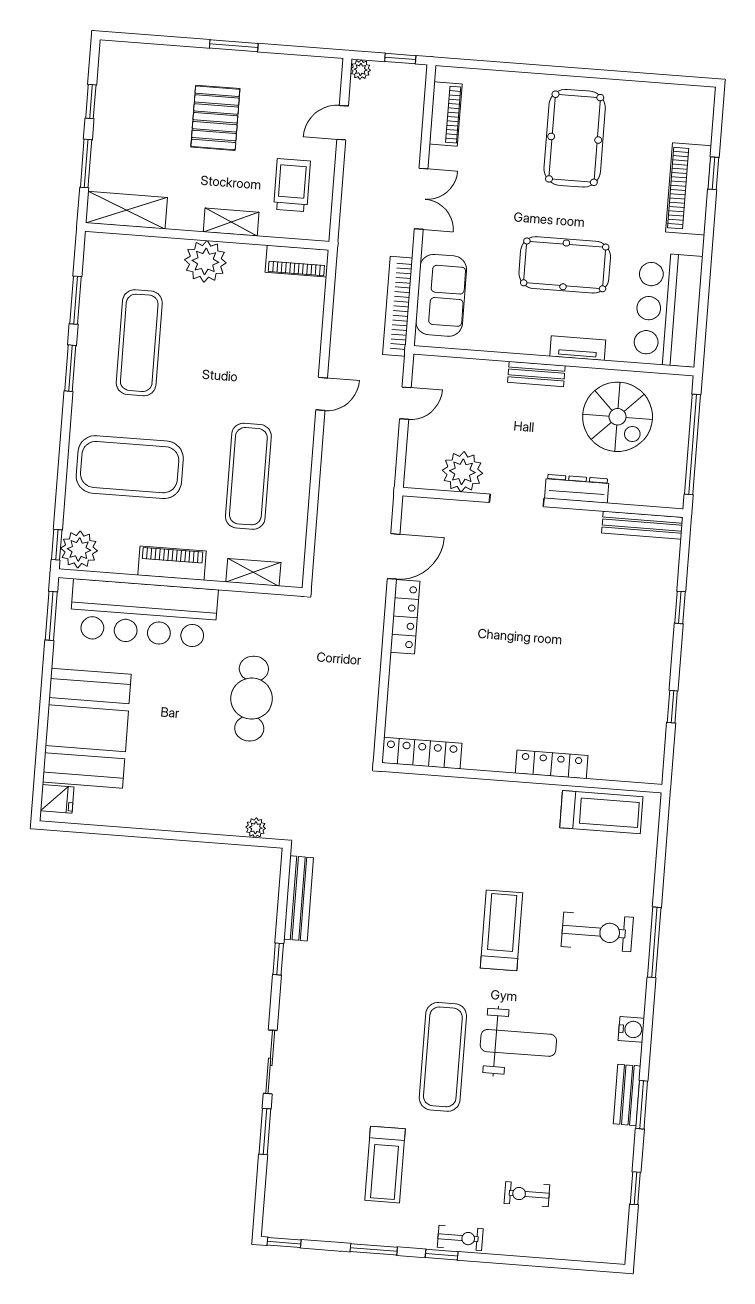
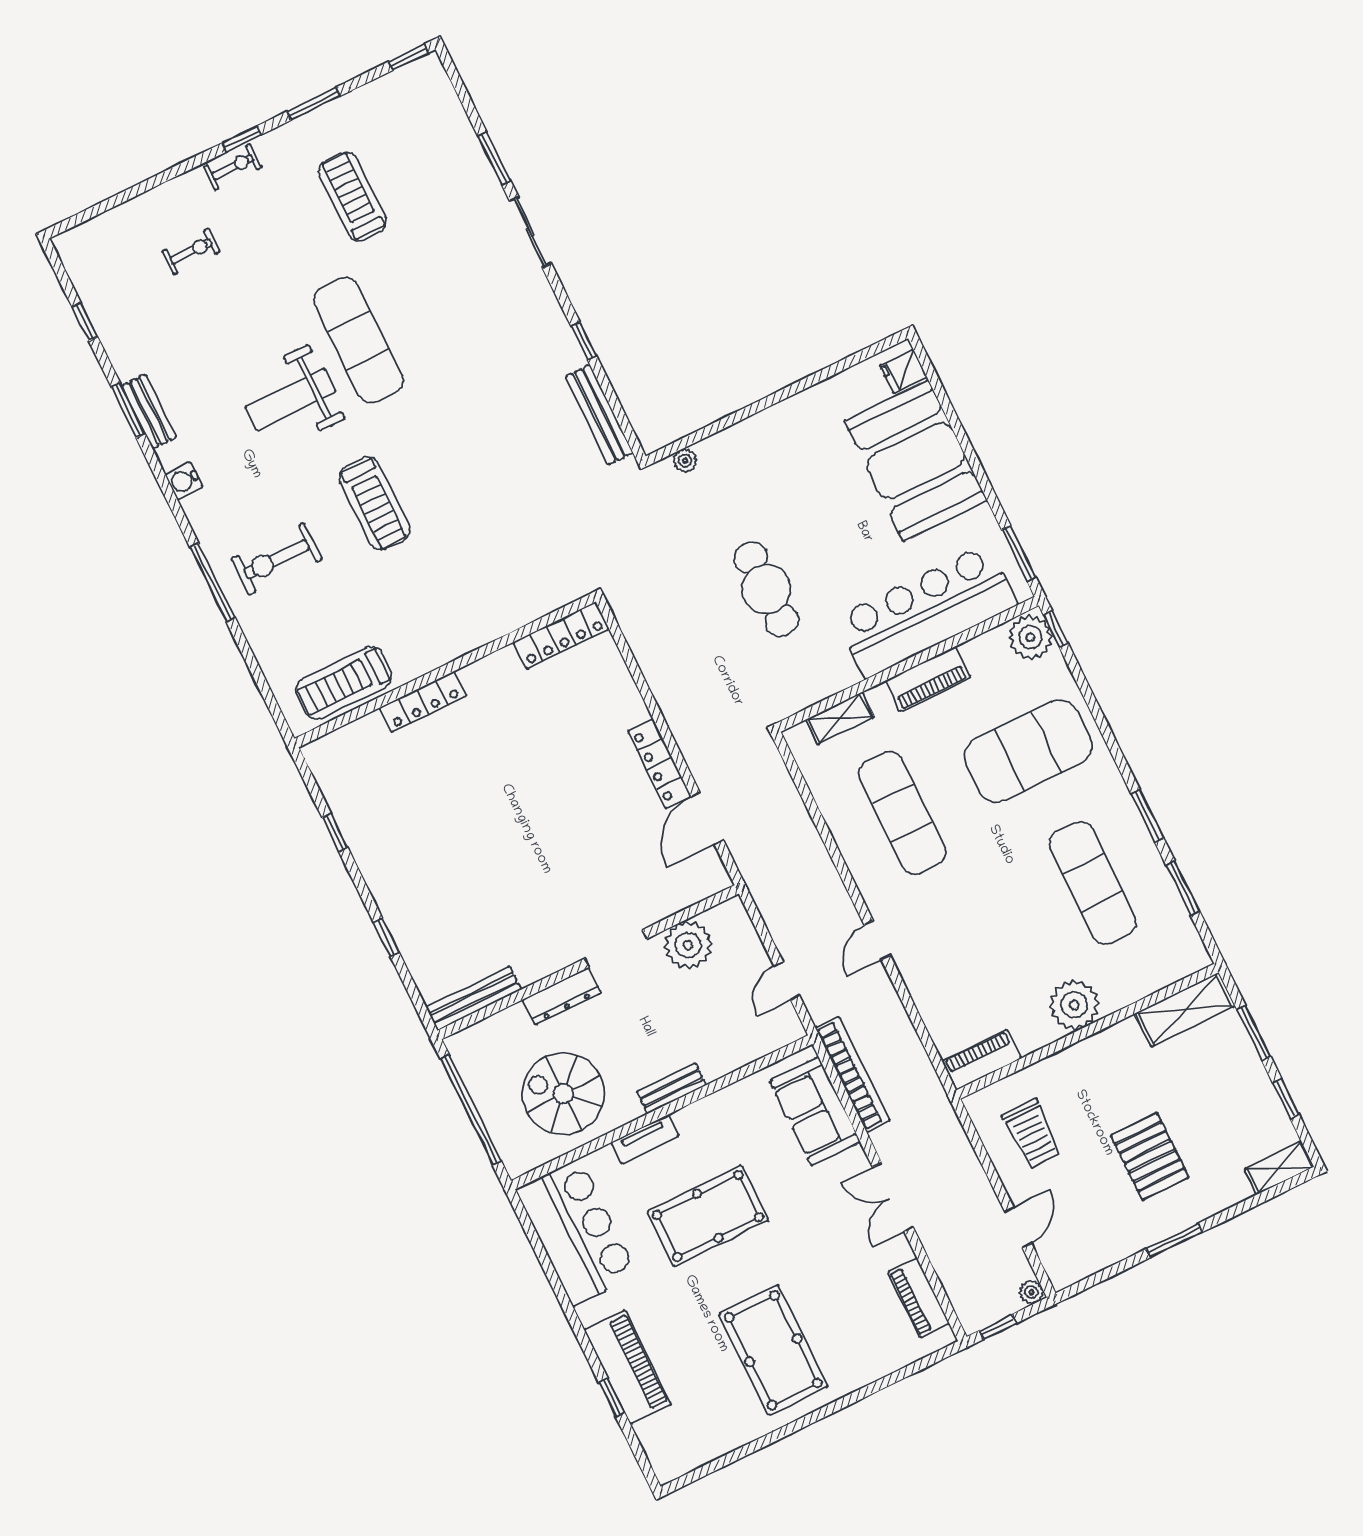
shelving: (231, 222) -> (1279, 1168), moved
exercise bike: (460, 1238) -> (233, 167), turned 180

